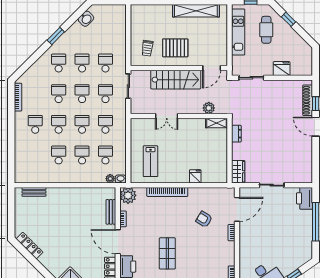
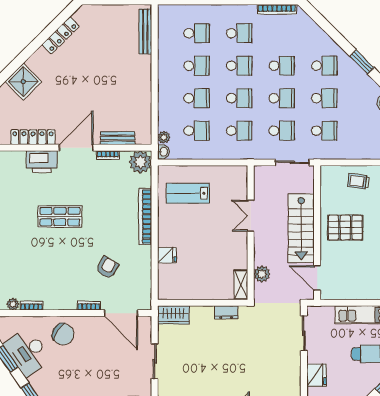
trolley: (147, 48) -> (358, 181), moved
pallet: (175, 48) -> (345, 228), turned 90
school desk: (35, 155) -> (197, 33), added
bench: (34, 192) -> (145, 32), width x1.36
locker: (29, 246) -> (61, 35), moved
chair: (252, 251) -> (63, 334), added

